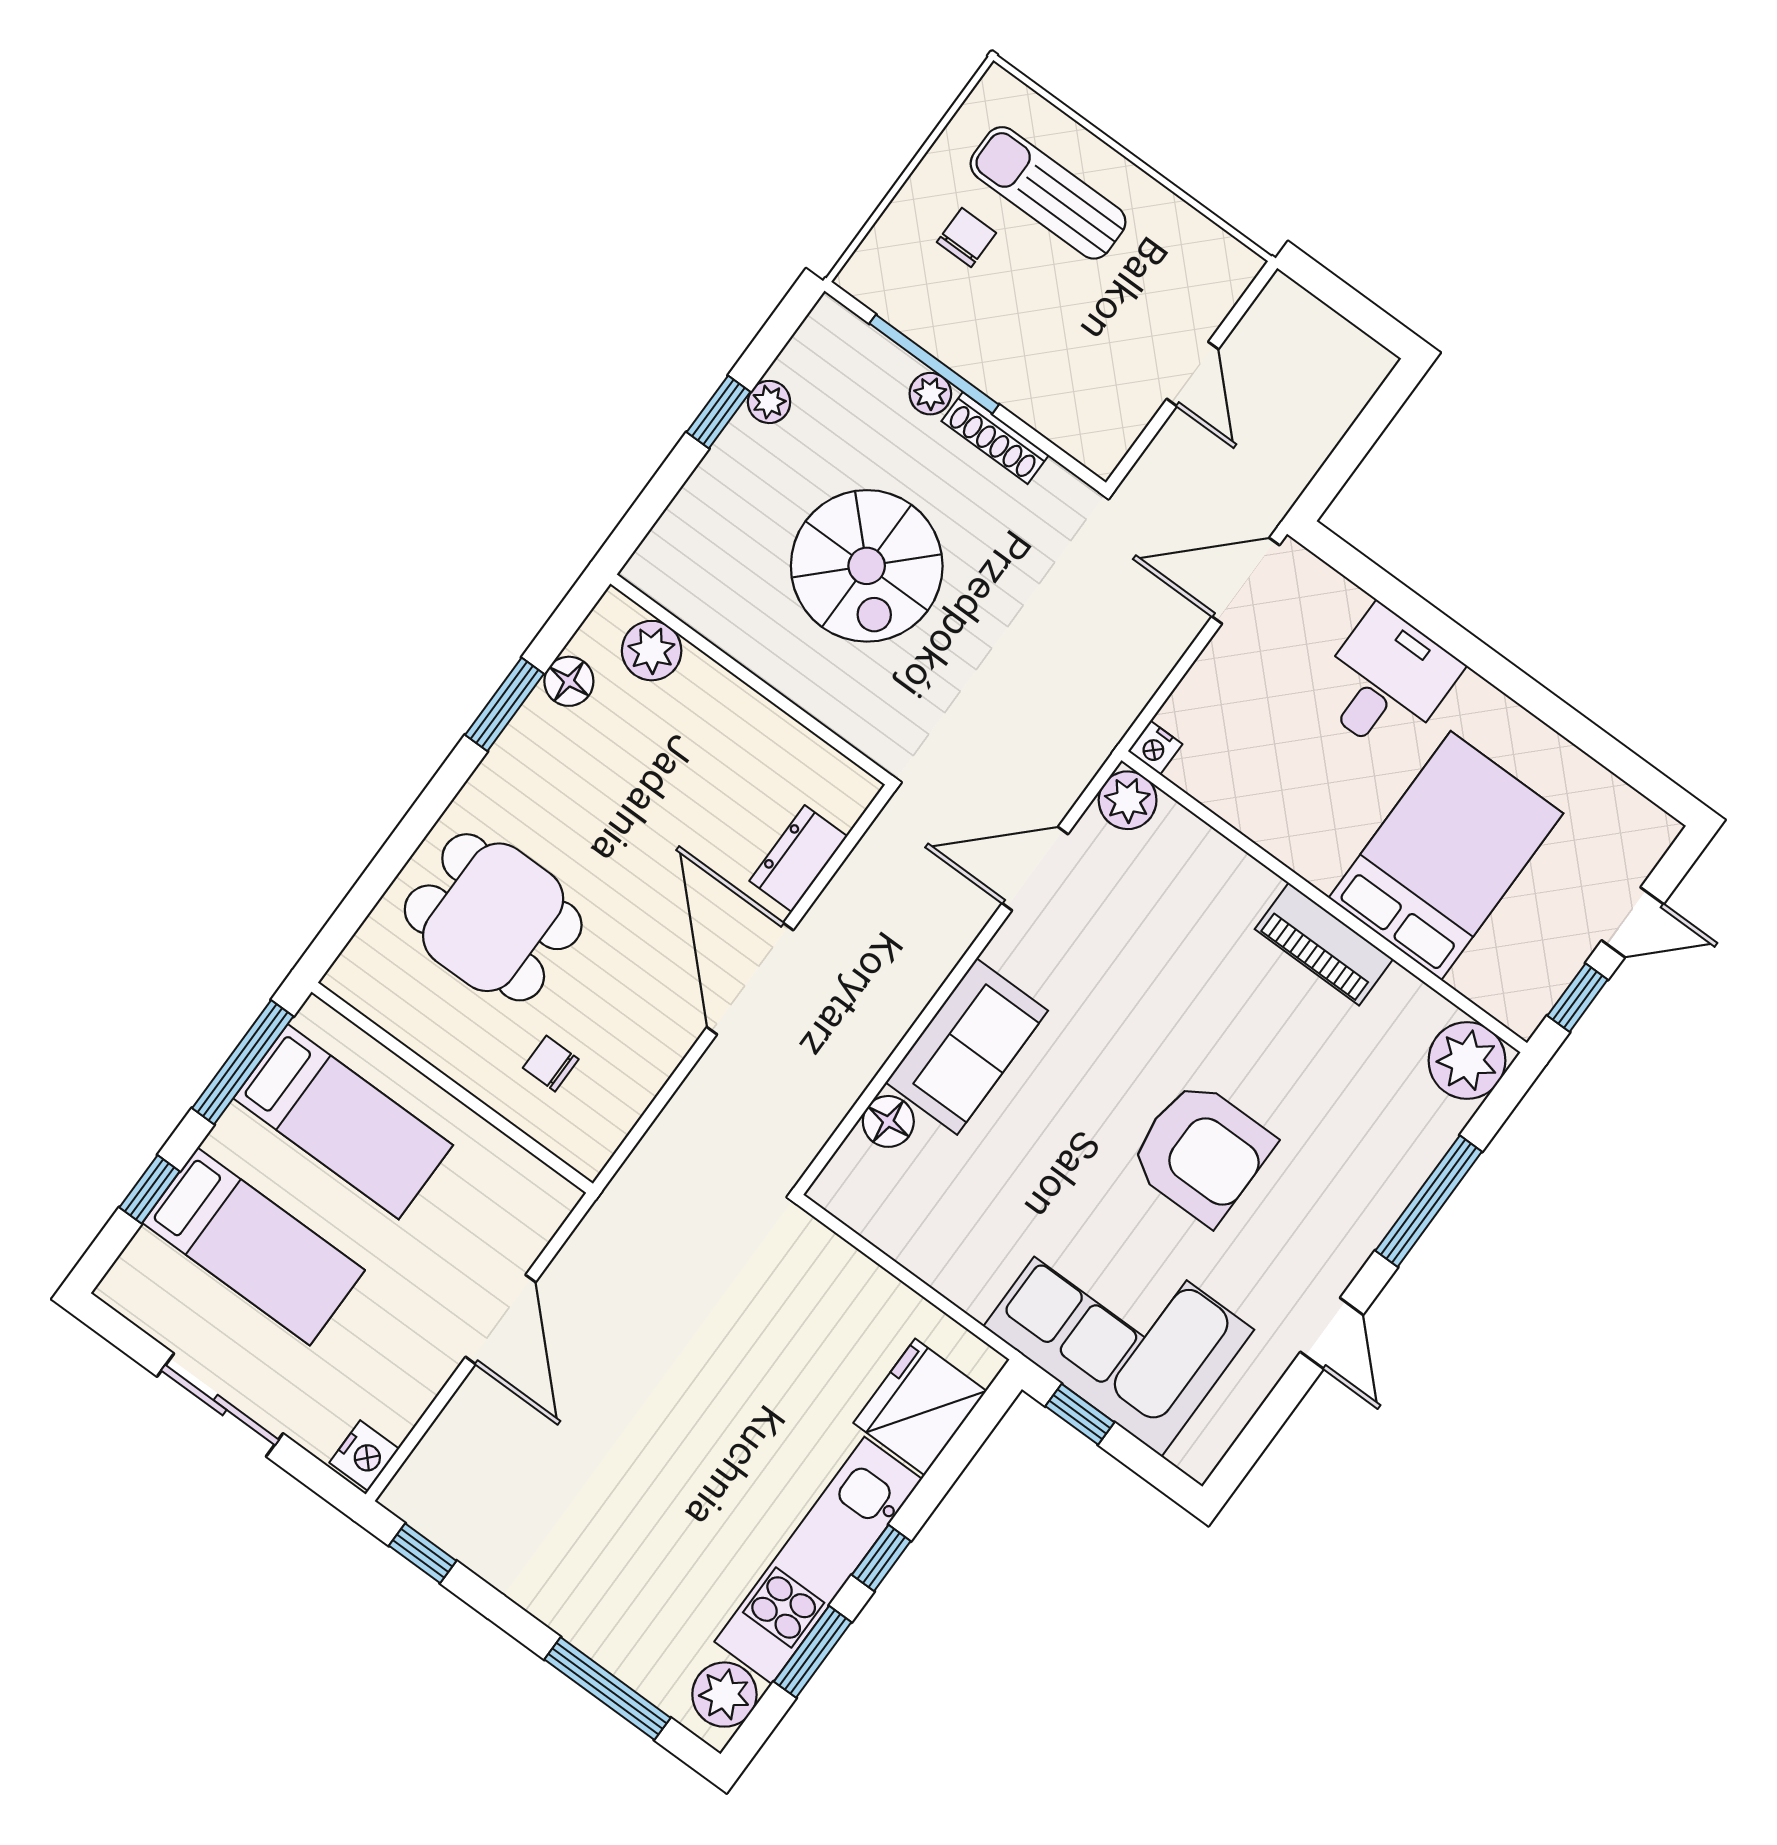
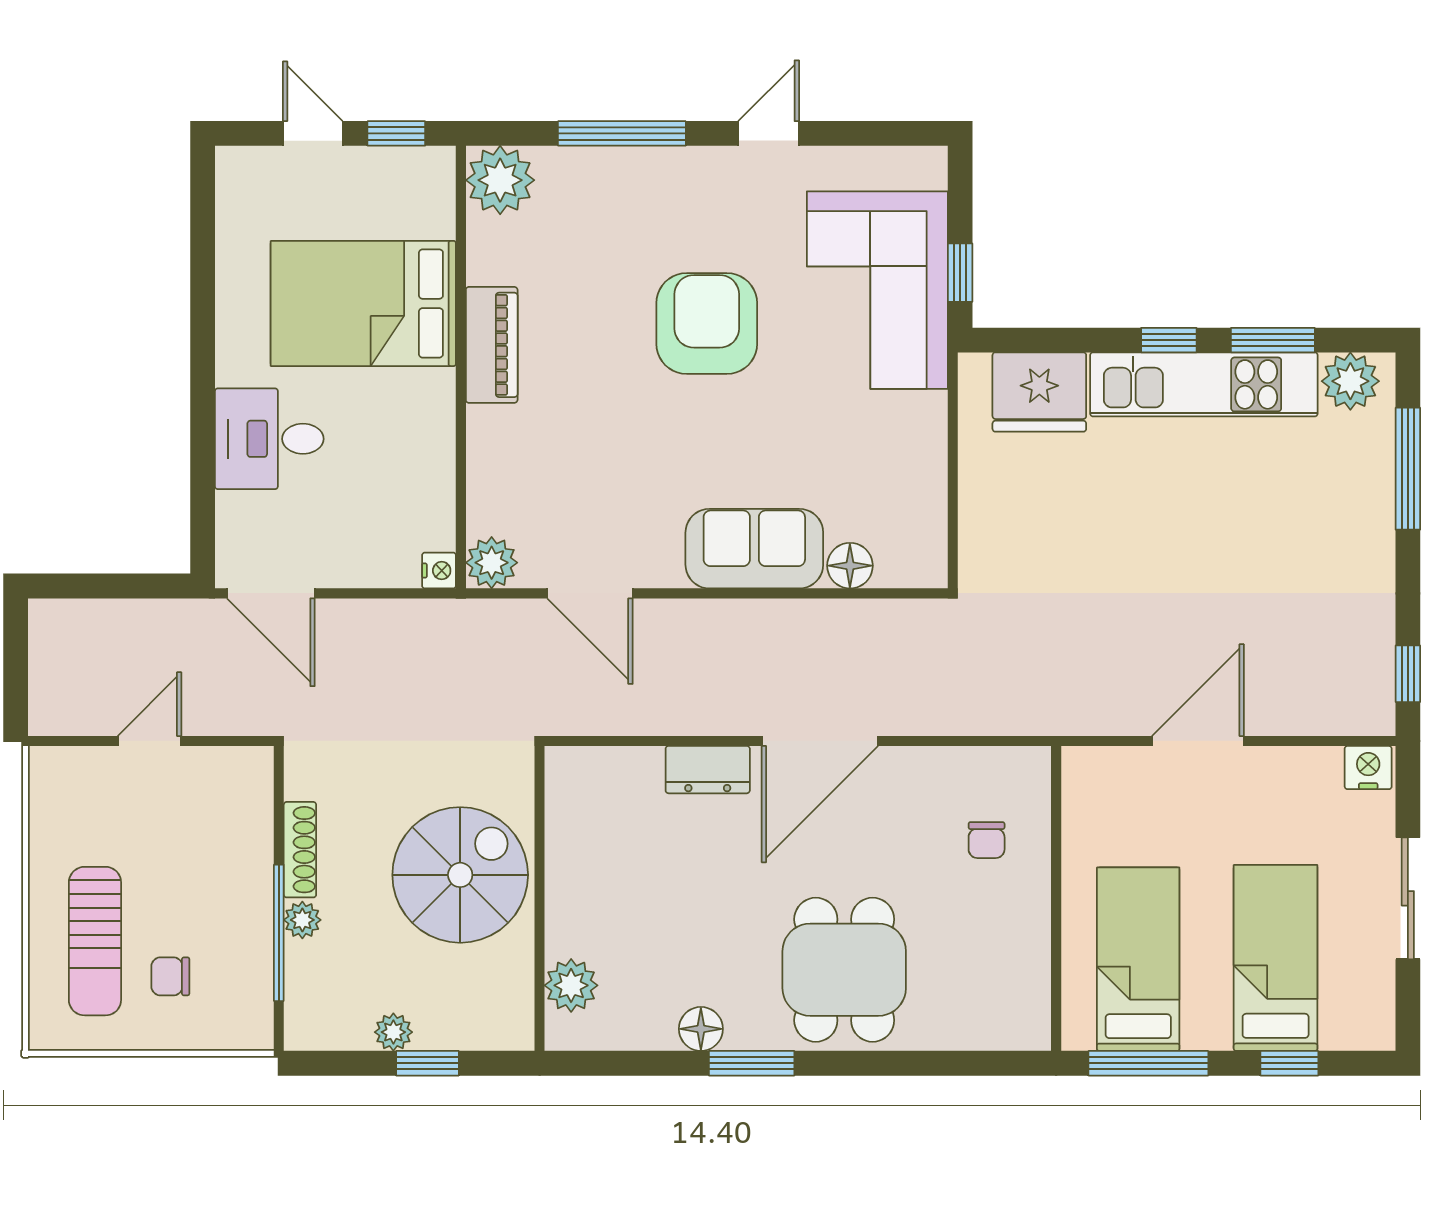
plant: (652, 651) -> (571, 985), moved
wall: (751, 680) -> (540, 898), moved
dining table: (493, 917) -> (844, 970), moved

